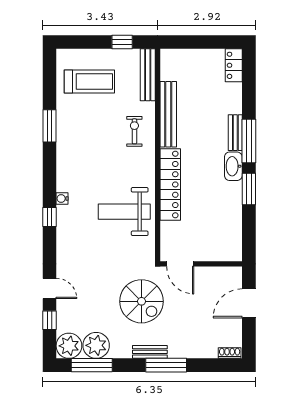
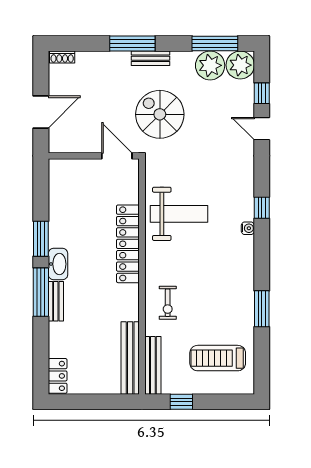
bench: (168, 114) -> (130, 358), moved

